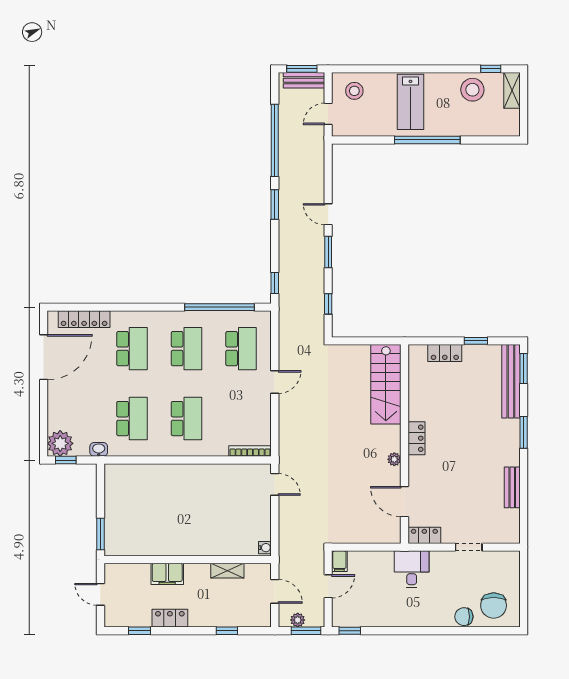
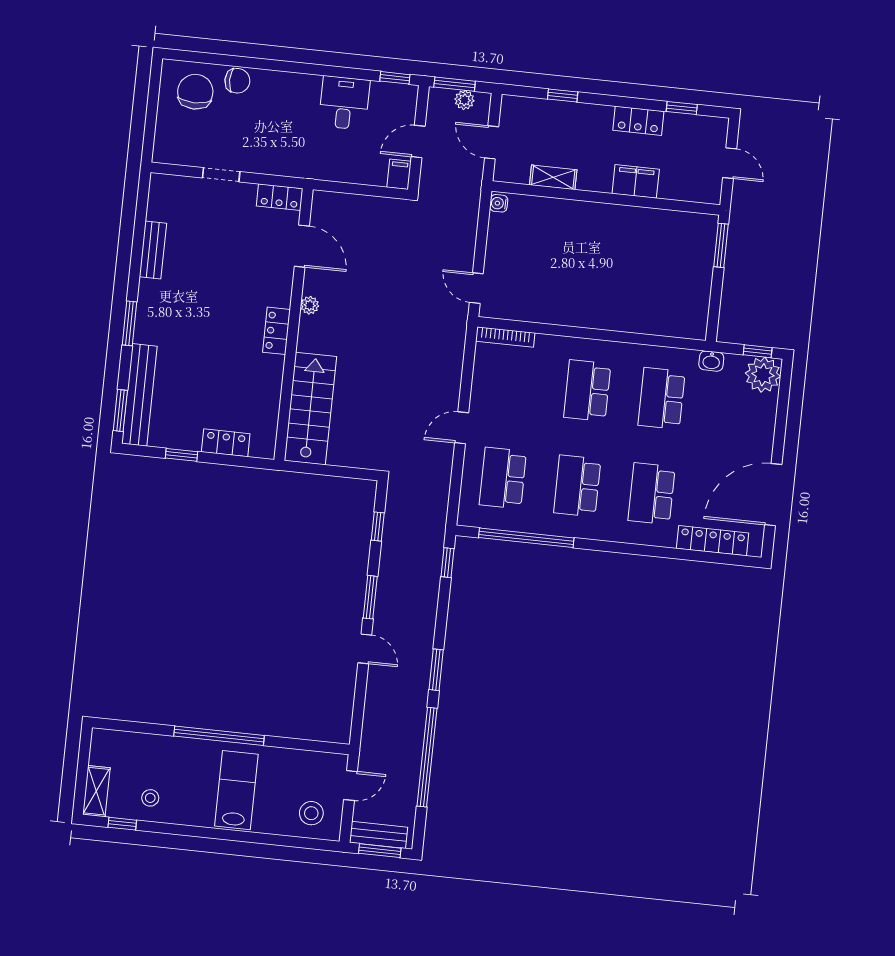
stool: (472, 90) -> (150, 798), width x0.53, depth x0.53
desk: (412, 569) -> (344, 103), moved, turned 180

